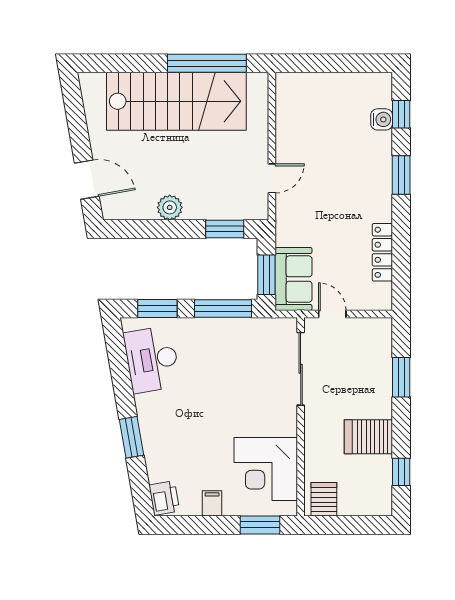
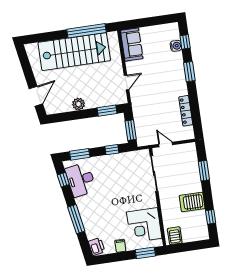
door: (87, 180) -> (36, 96), hinge flipped
sofa: (294, 279) -> (132, 44), moved
window: (223, 308) -> (112, 150), width x0.46
window: (117, 355) -> (63, 180), added
window: (132, 437) -> (76, 219), width x1.44

